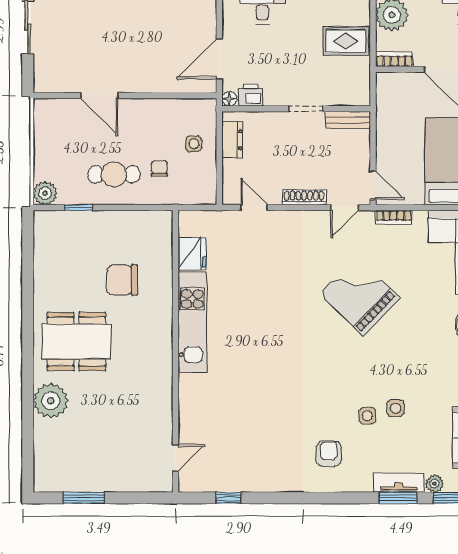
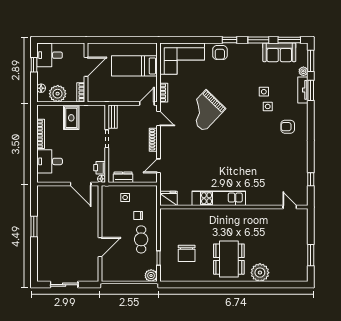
fridge: (192, 254) -> (168, 198), moved
chair: (122, 280) -> (187, 253), moved

